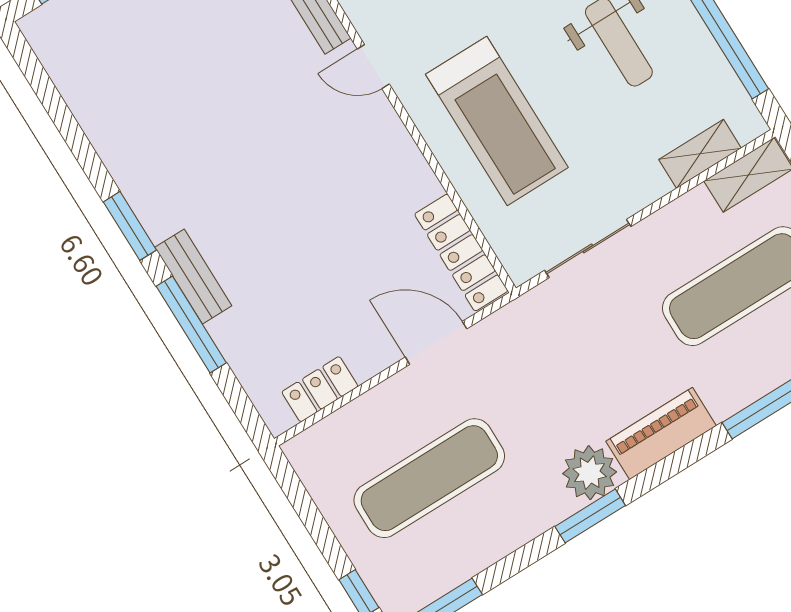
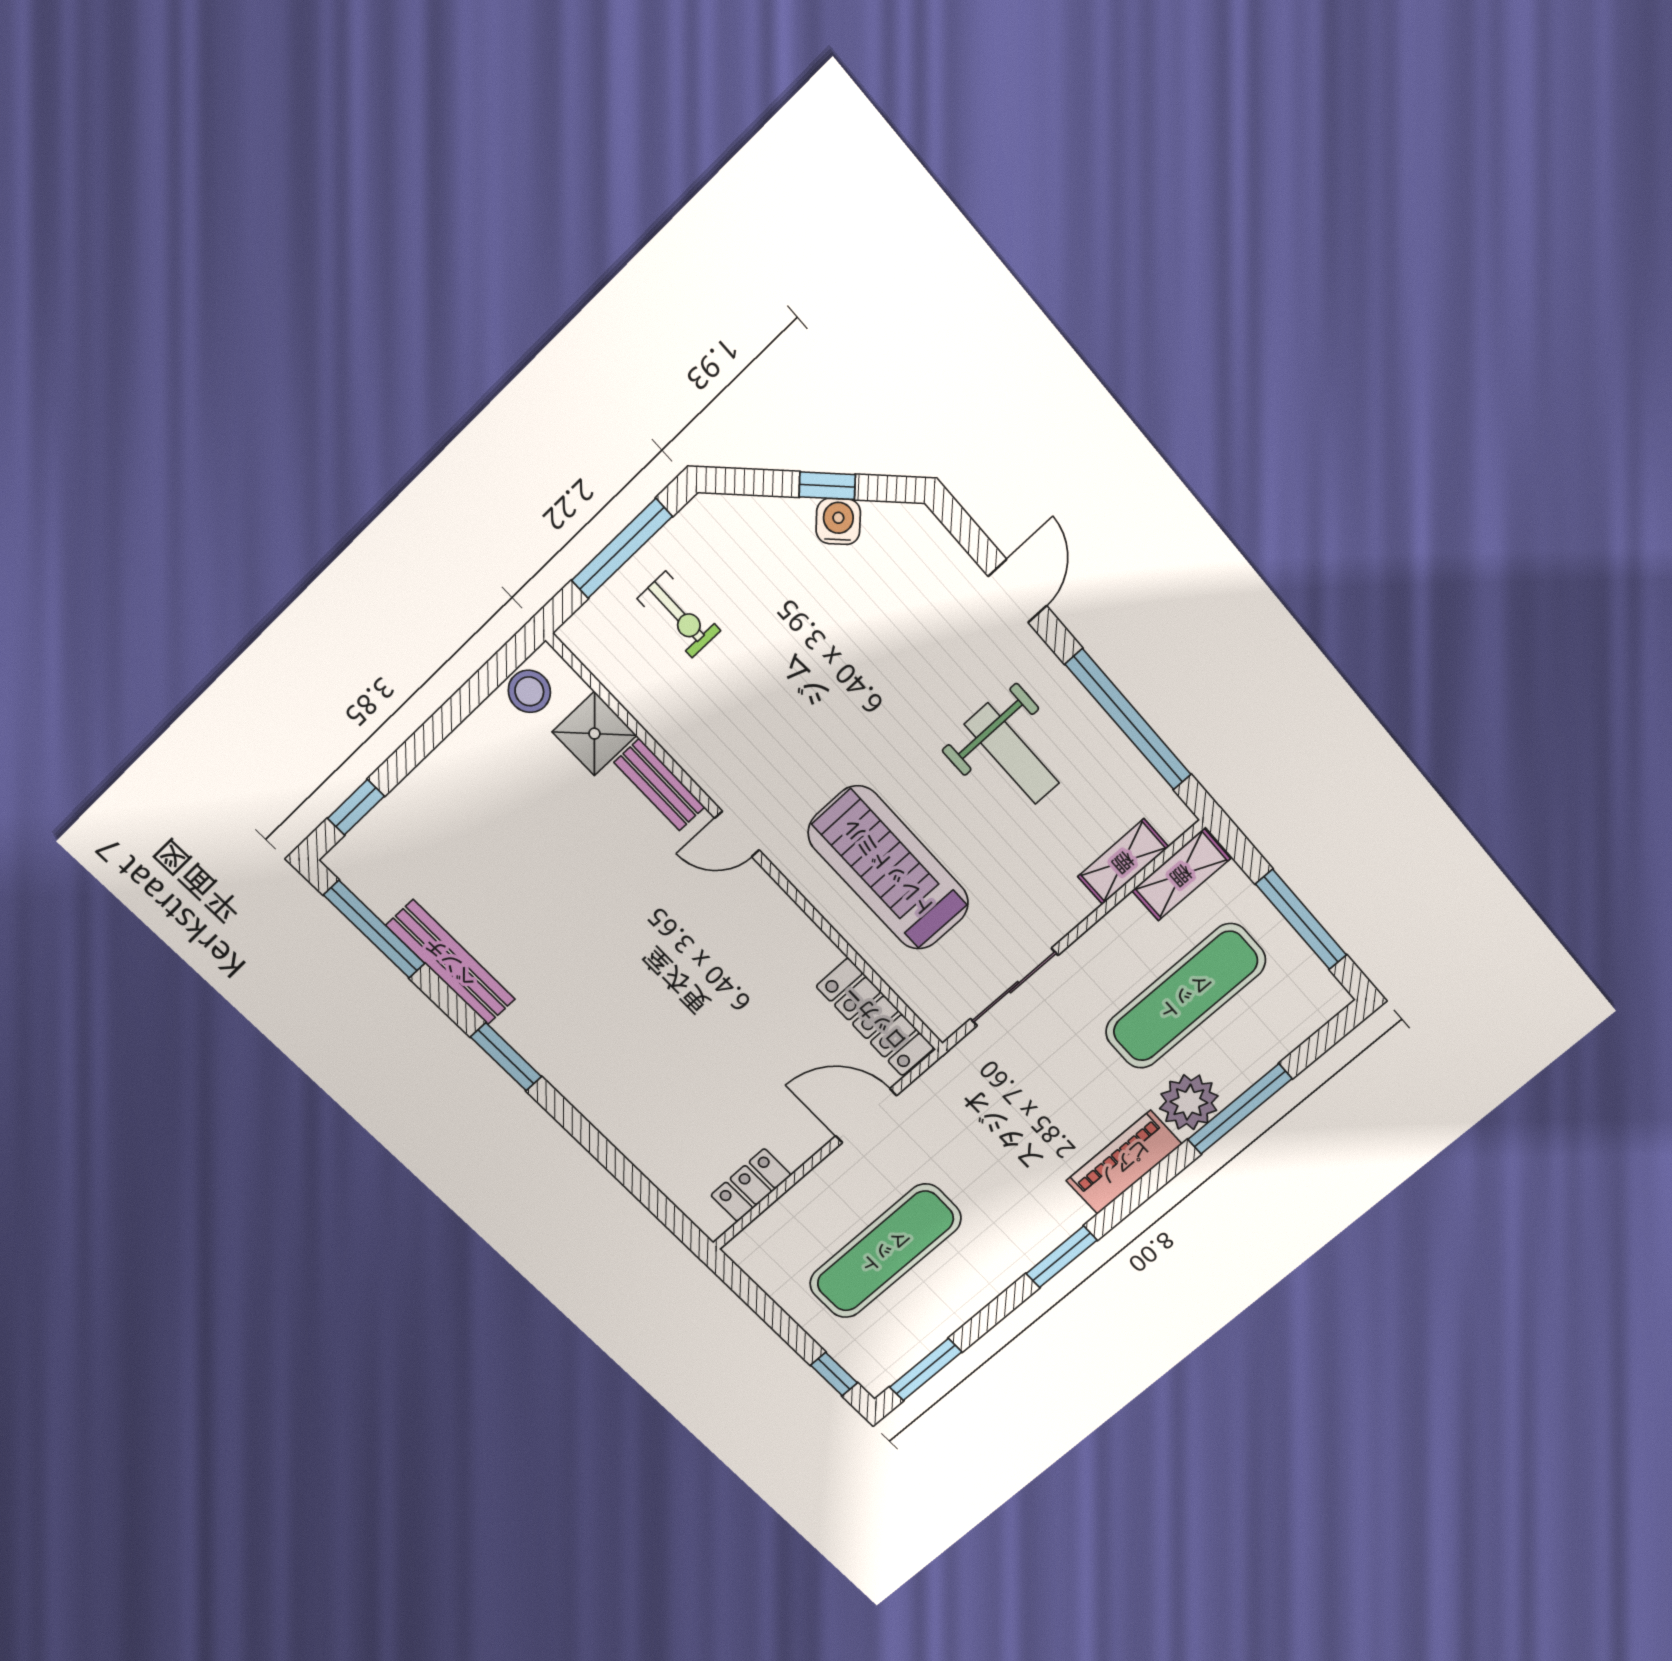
treadmill: (497, 121) -> (889, 868), turned 180
bench: (193, 277) -> (451, 962), moved, width x1.36
window: (191, 324) -> (374, 929), moved
plant: (590, 473) -> (1189, 1102), moved

